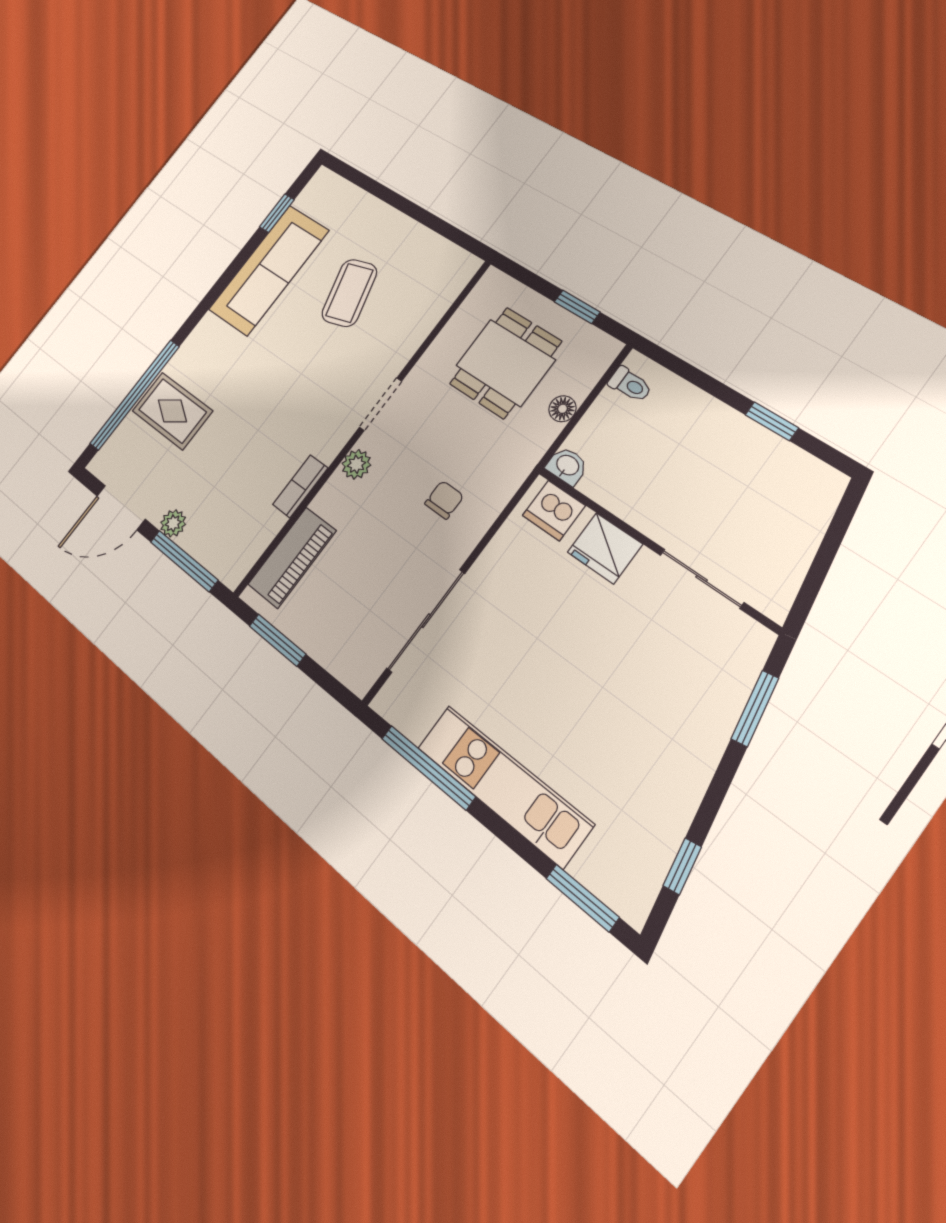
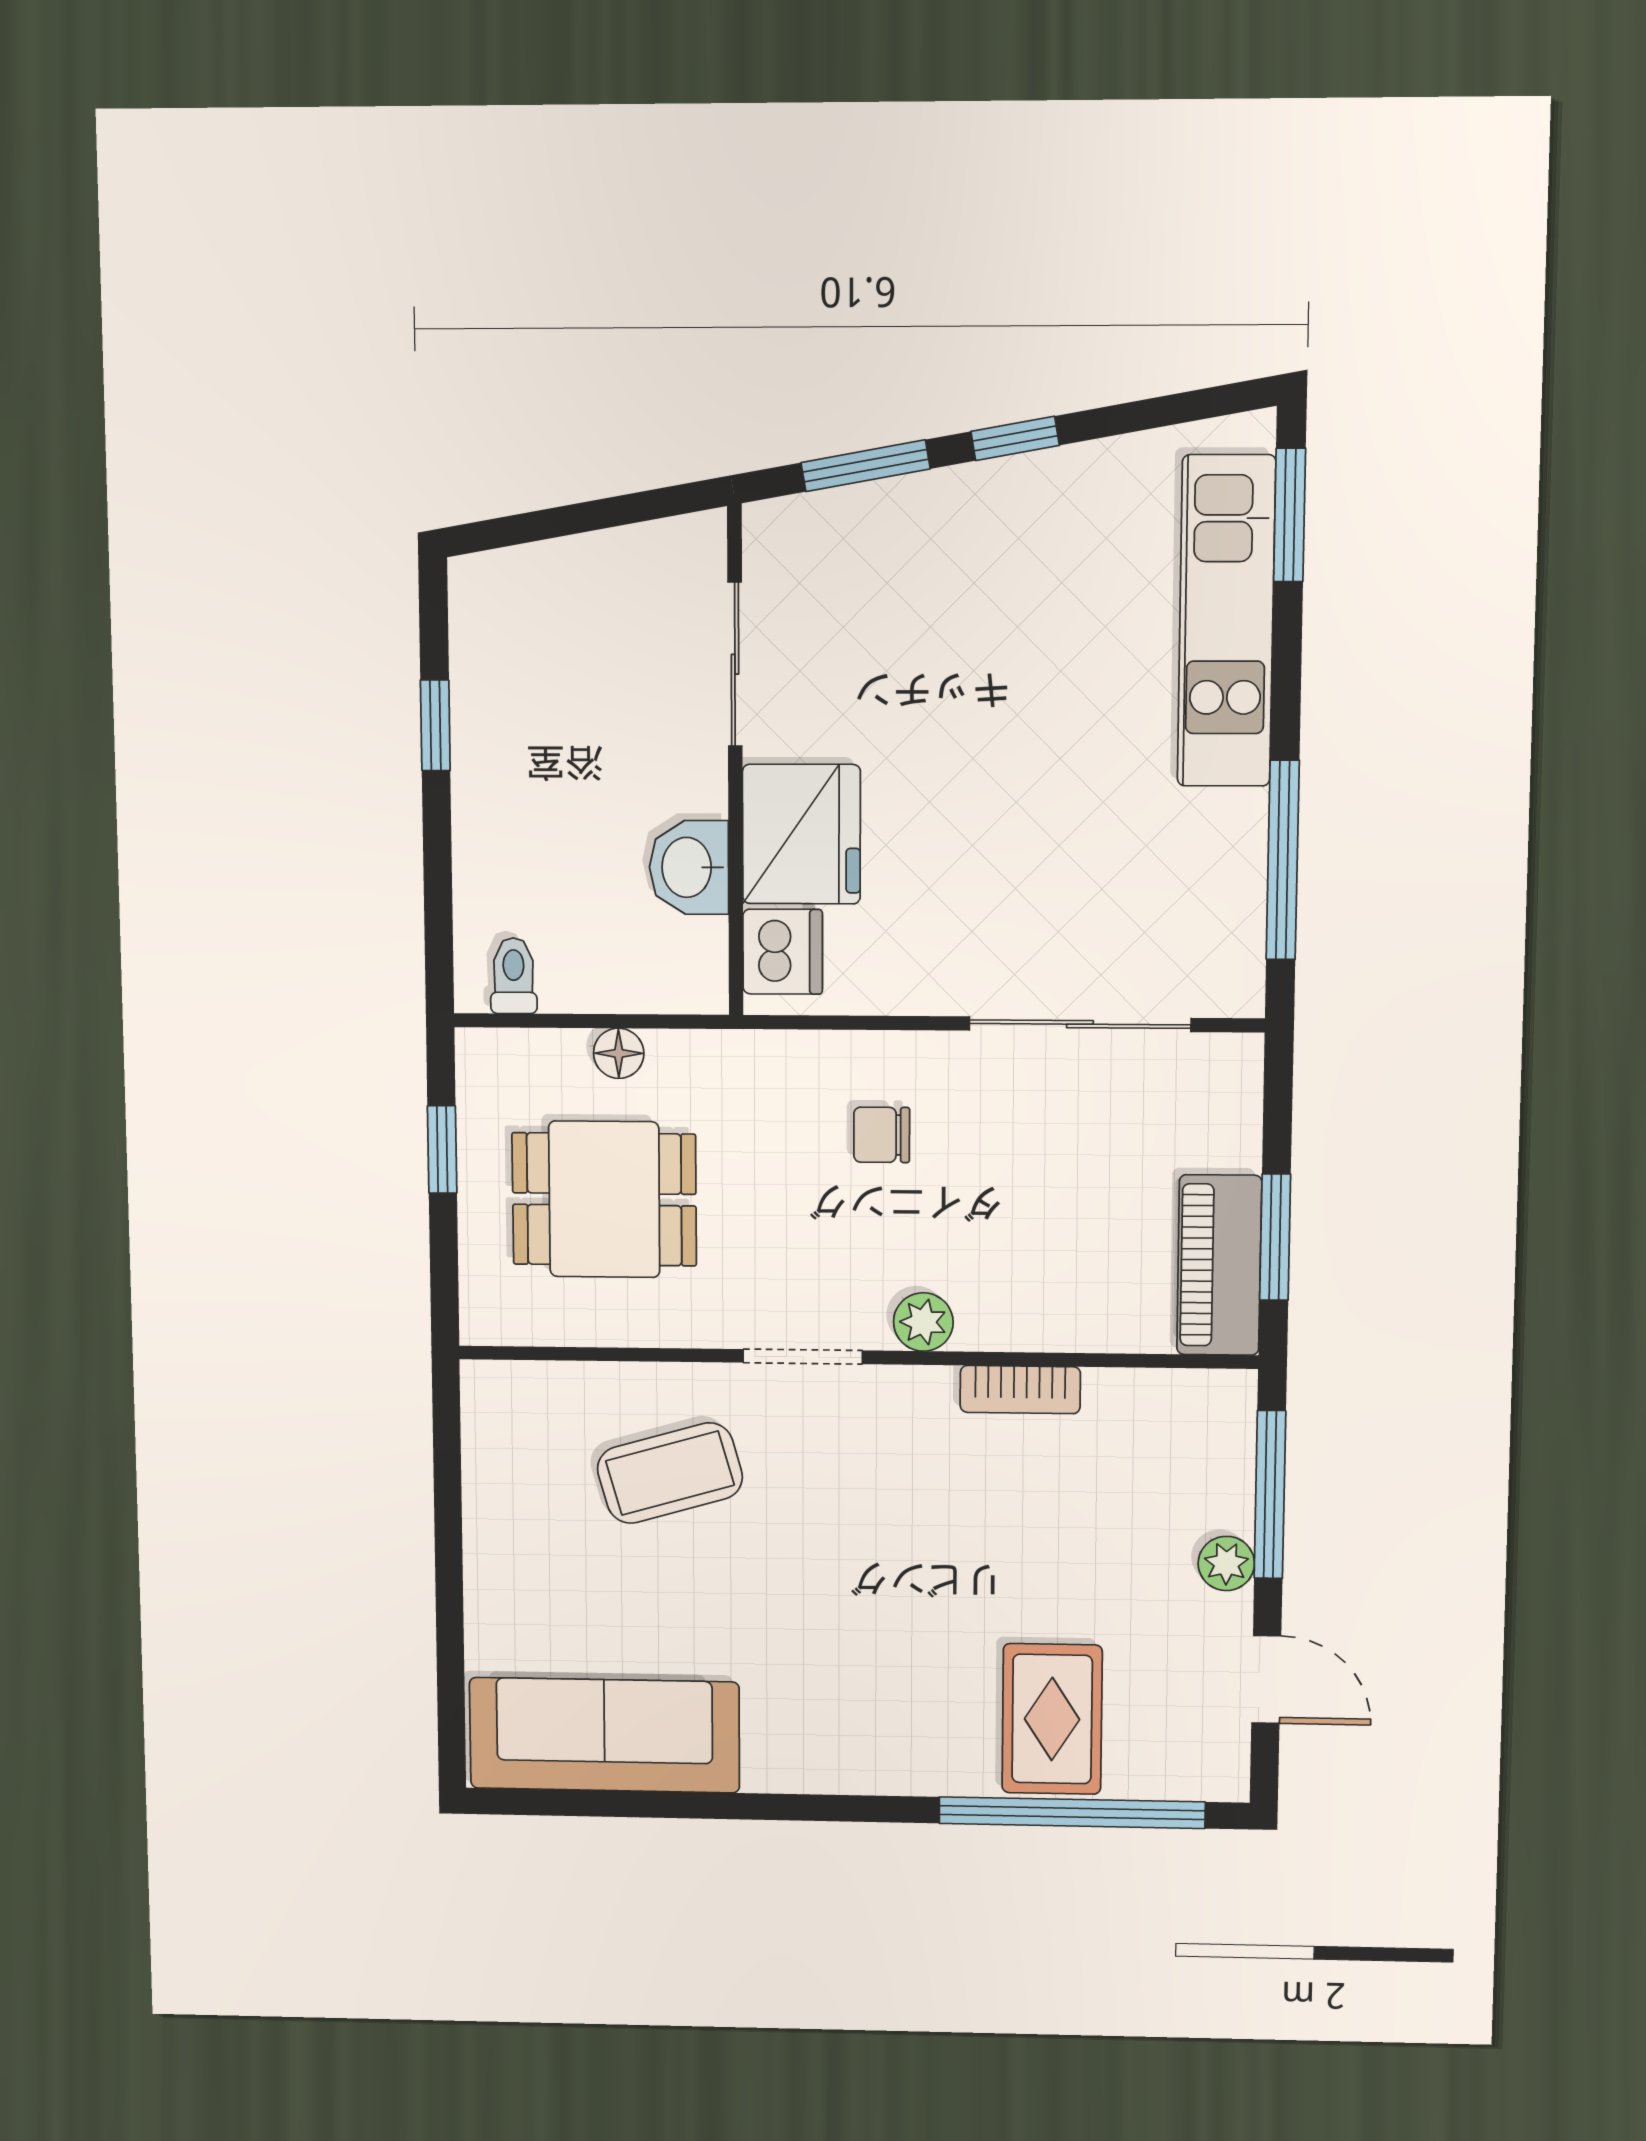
window: (277, 213) -> (601, 1803), removed
sofa: (269, 270) -> (604, 1735), moved
coffee table: (349, 293) -> (670, 1473), moved
washbasin: (567, 466) -> (689, 867), moved, width x1.38, depth x1.45
door: (121, 508) -> (1266, 1680), width x0.73
fridge: (605, 548) -> (801, 834), width x1.36, depth x1.34
piano: (292, 558) -> (1219, 1265), moved, turned -90
kitchen unit: (504, 785) -> (1226, 621), moved
window: (682, 866) -> (1015, 438), moved

